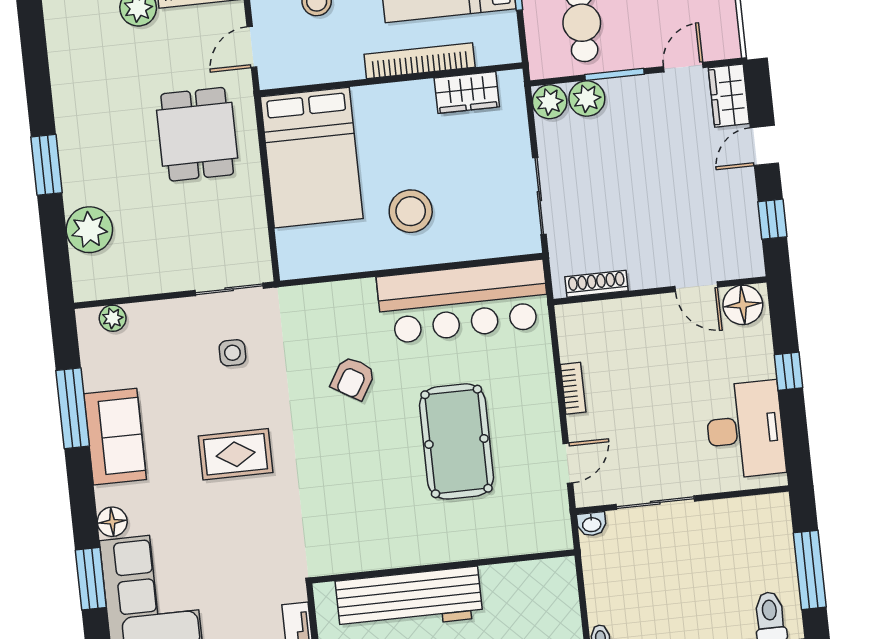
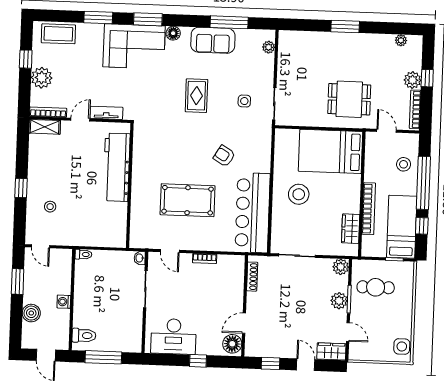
plant: (587, 99) -> (339, 301), moved
plant: (89, 230) -> (401, 40), moved, width x0.53, depth x0.53

